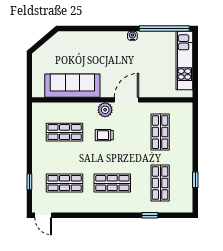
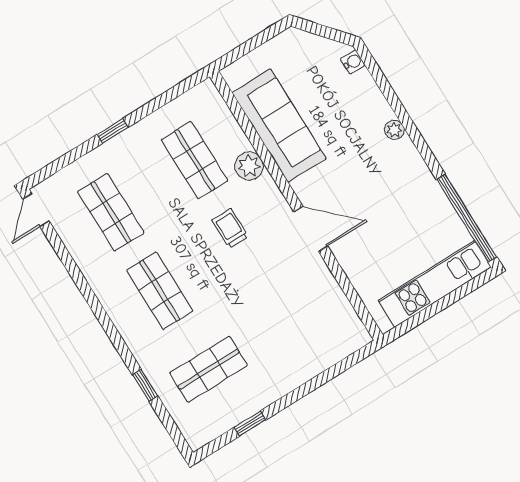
plant: (106, 36) -> (394, 130), added
water cooler: (132, 36) -> (353, 62), moved
plant: (105, 110) -> (249, 166), moved
shop shelf: (160, 132) -> (292, 317), removed
window: (29, 182) -> (113, 131), moved

